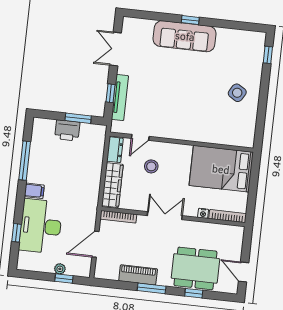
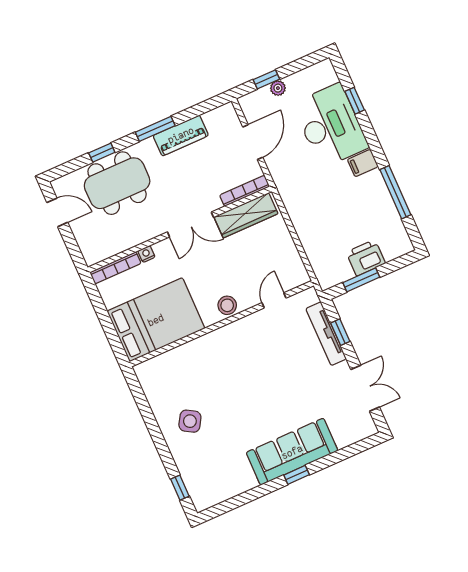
dresser: (115, 150) -> (296, 268), removed
stool: (151, 166) -> (227, 305), moved
wardrobe: (112, 185) -> (246, 215), moved, turned -90

